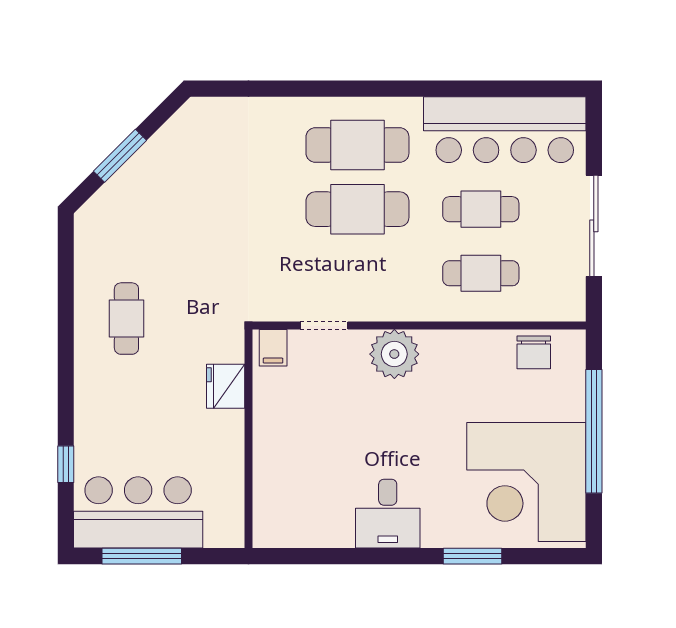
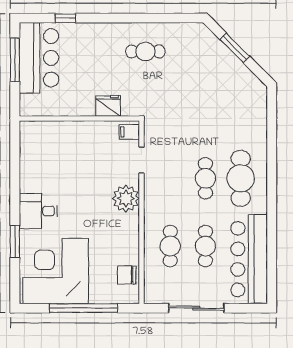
cafe table: (357, 209) -> (205, 178), width x0.73, depth x0.74
desk: (388, 514) -> (38, 211), moved

